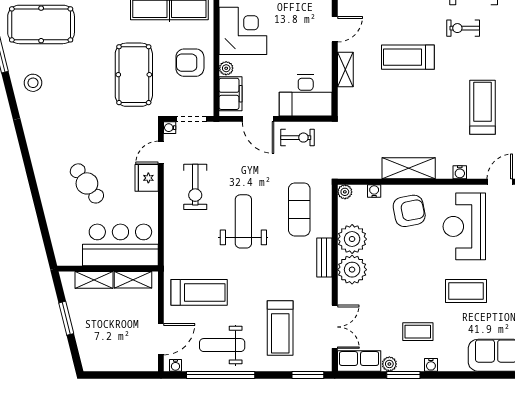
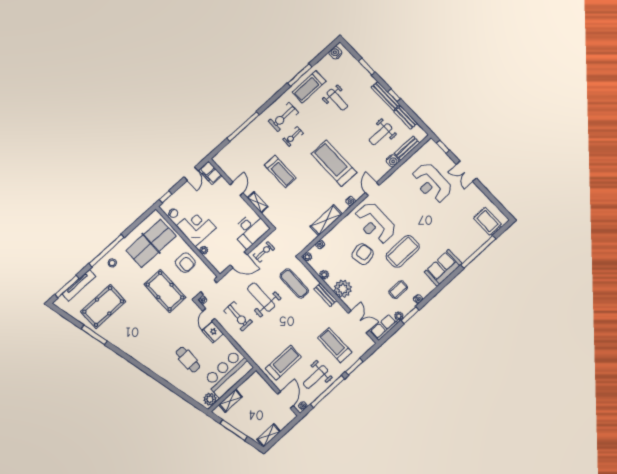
treadmill: (408, 57) -> (280, 171), turned -90
armchair: (190, 63) -> (185, 263), turned -90
stool: (33, 83) -> (123, 336), removed
filing cabinet: (231, 94) -> (216, 260), removed
treadmill: (483, 107) -> (334, 163), width x1.37, depth x1.38
cafe table: (87, 183) -> (188, 359), turned 36
armchair: (409, 211) -> (363, 254), moved
weight bench: (243, 221) -> (261, 297), moved
plant: (352, 239) -> (324, 275), width x0.53, depth x0.53
plant: (71, 256) -> (210, 399), added
shelving: (133, 280) -> (269, 435), moved
coffee table: (466, 291) -> (403, 251), width x1.36, depth x1.32
window: (66, 318) -> (234, 430), width x1.44
treadmill: (280, 328) -> (335, 345), turned 180
window: (308, 375) -> (354, 367), moved

